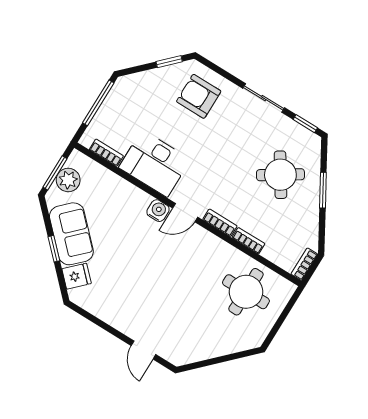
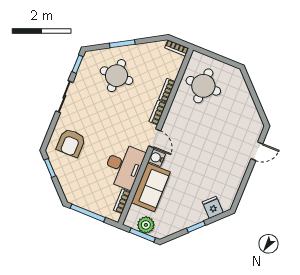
round table: (280, 175) -> (116, 76), turned 33
sofa: (71, 234) -> (151, 187), moved, turned 135

